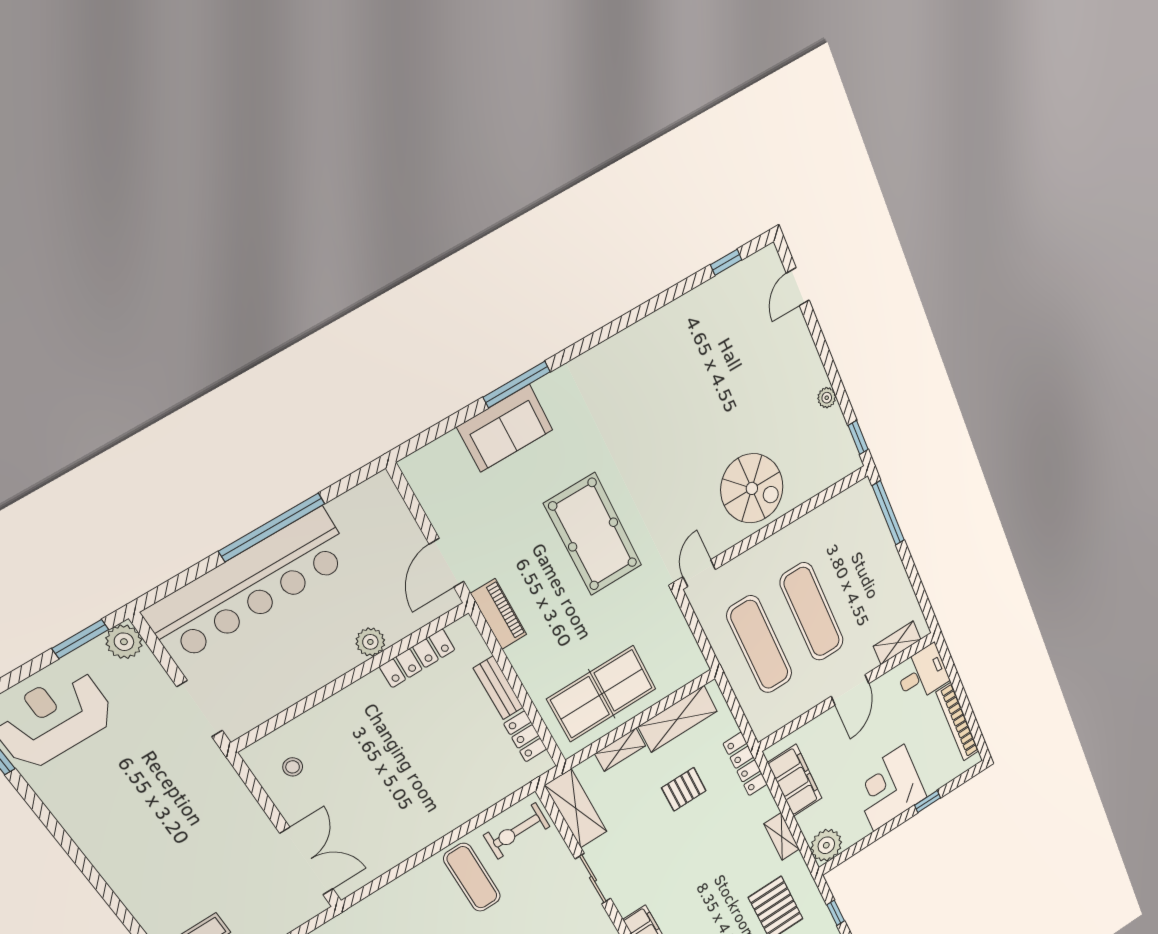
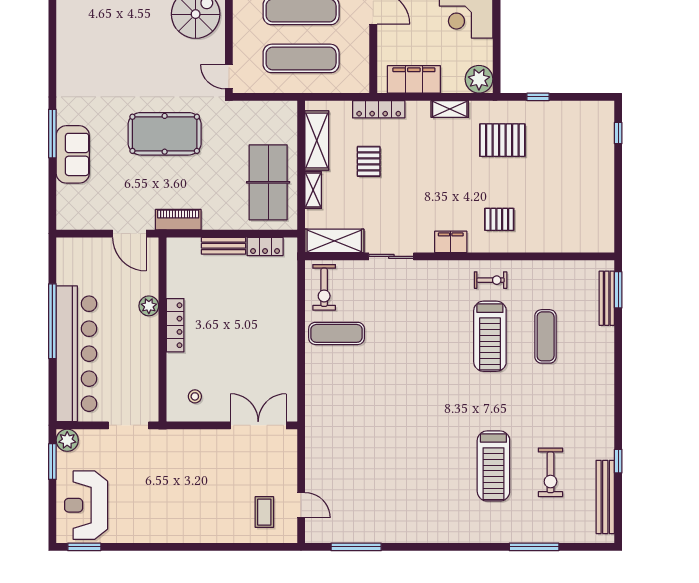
locker: (417, 658) -> (175, 325), moved

